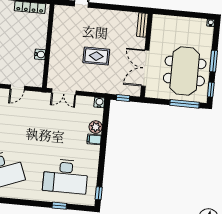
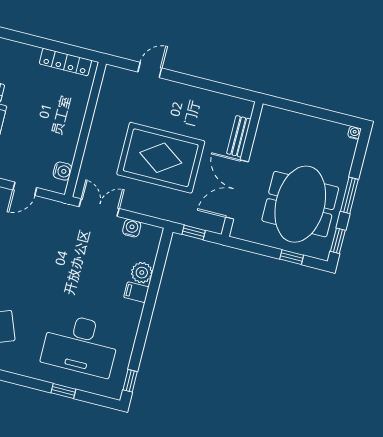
bench: (142, 25) -> (239, 136), moved
water cooler: (40, 54) -> (62, 171), moved
rug: (96, 56) -> (161, 158), width x1.86, depth x2.06
double door: (64, 92) -> (99, 208), swing flipped
water cooler: (99, 102) -> (132, 228), moved
window: (184, 104) -> (292, 257), width x0.46

